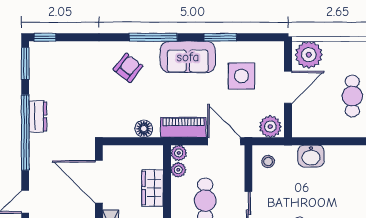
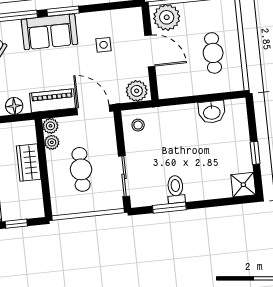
window: (220, 37) -> (63, 11), moved
side table: (242, 76) -> (104, 45), width x0.54, depth x0.54
door: (288, 87) -> (150, 51), hinge flipped
washbasin: (311, 156) -> (212, 112), moved

